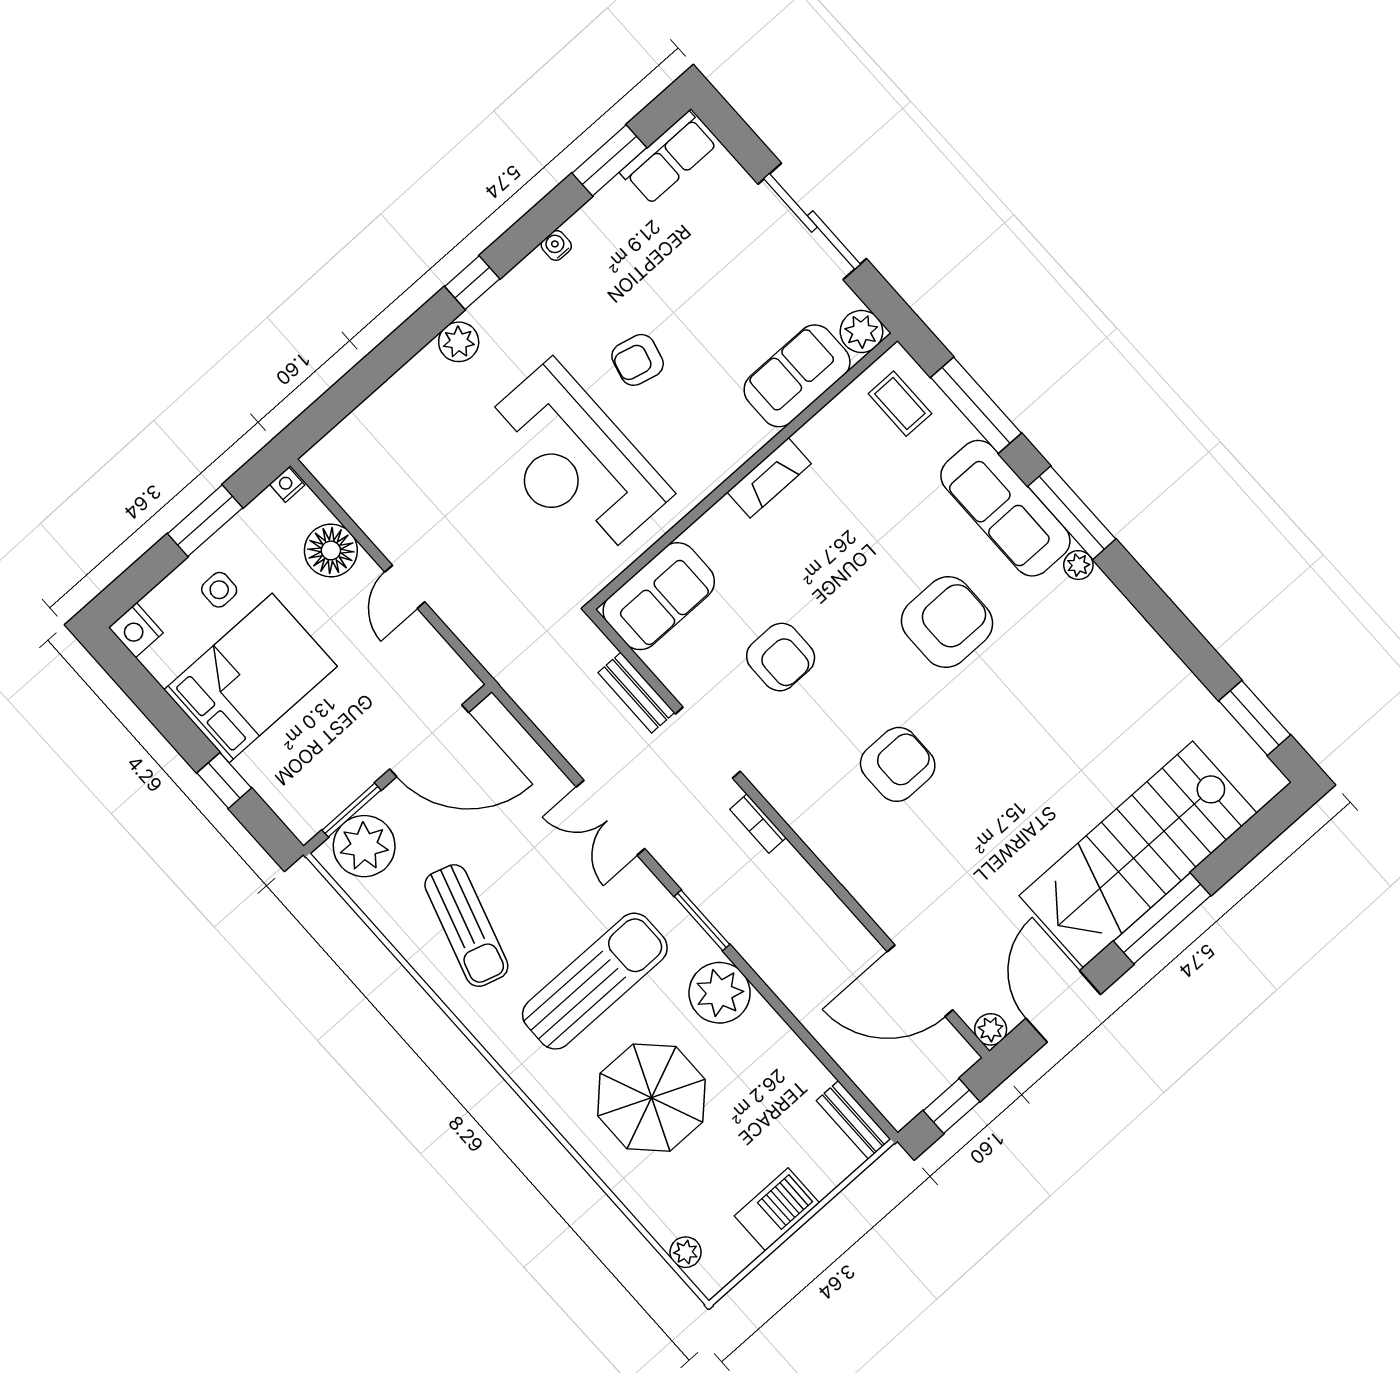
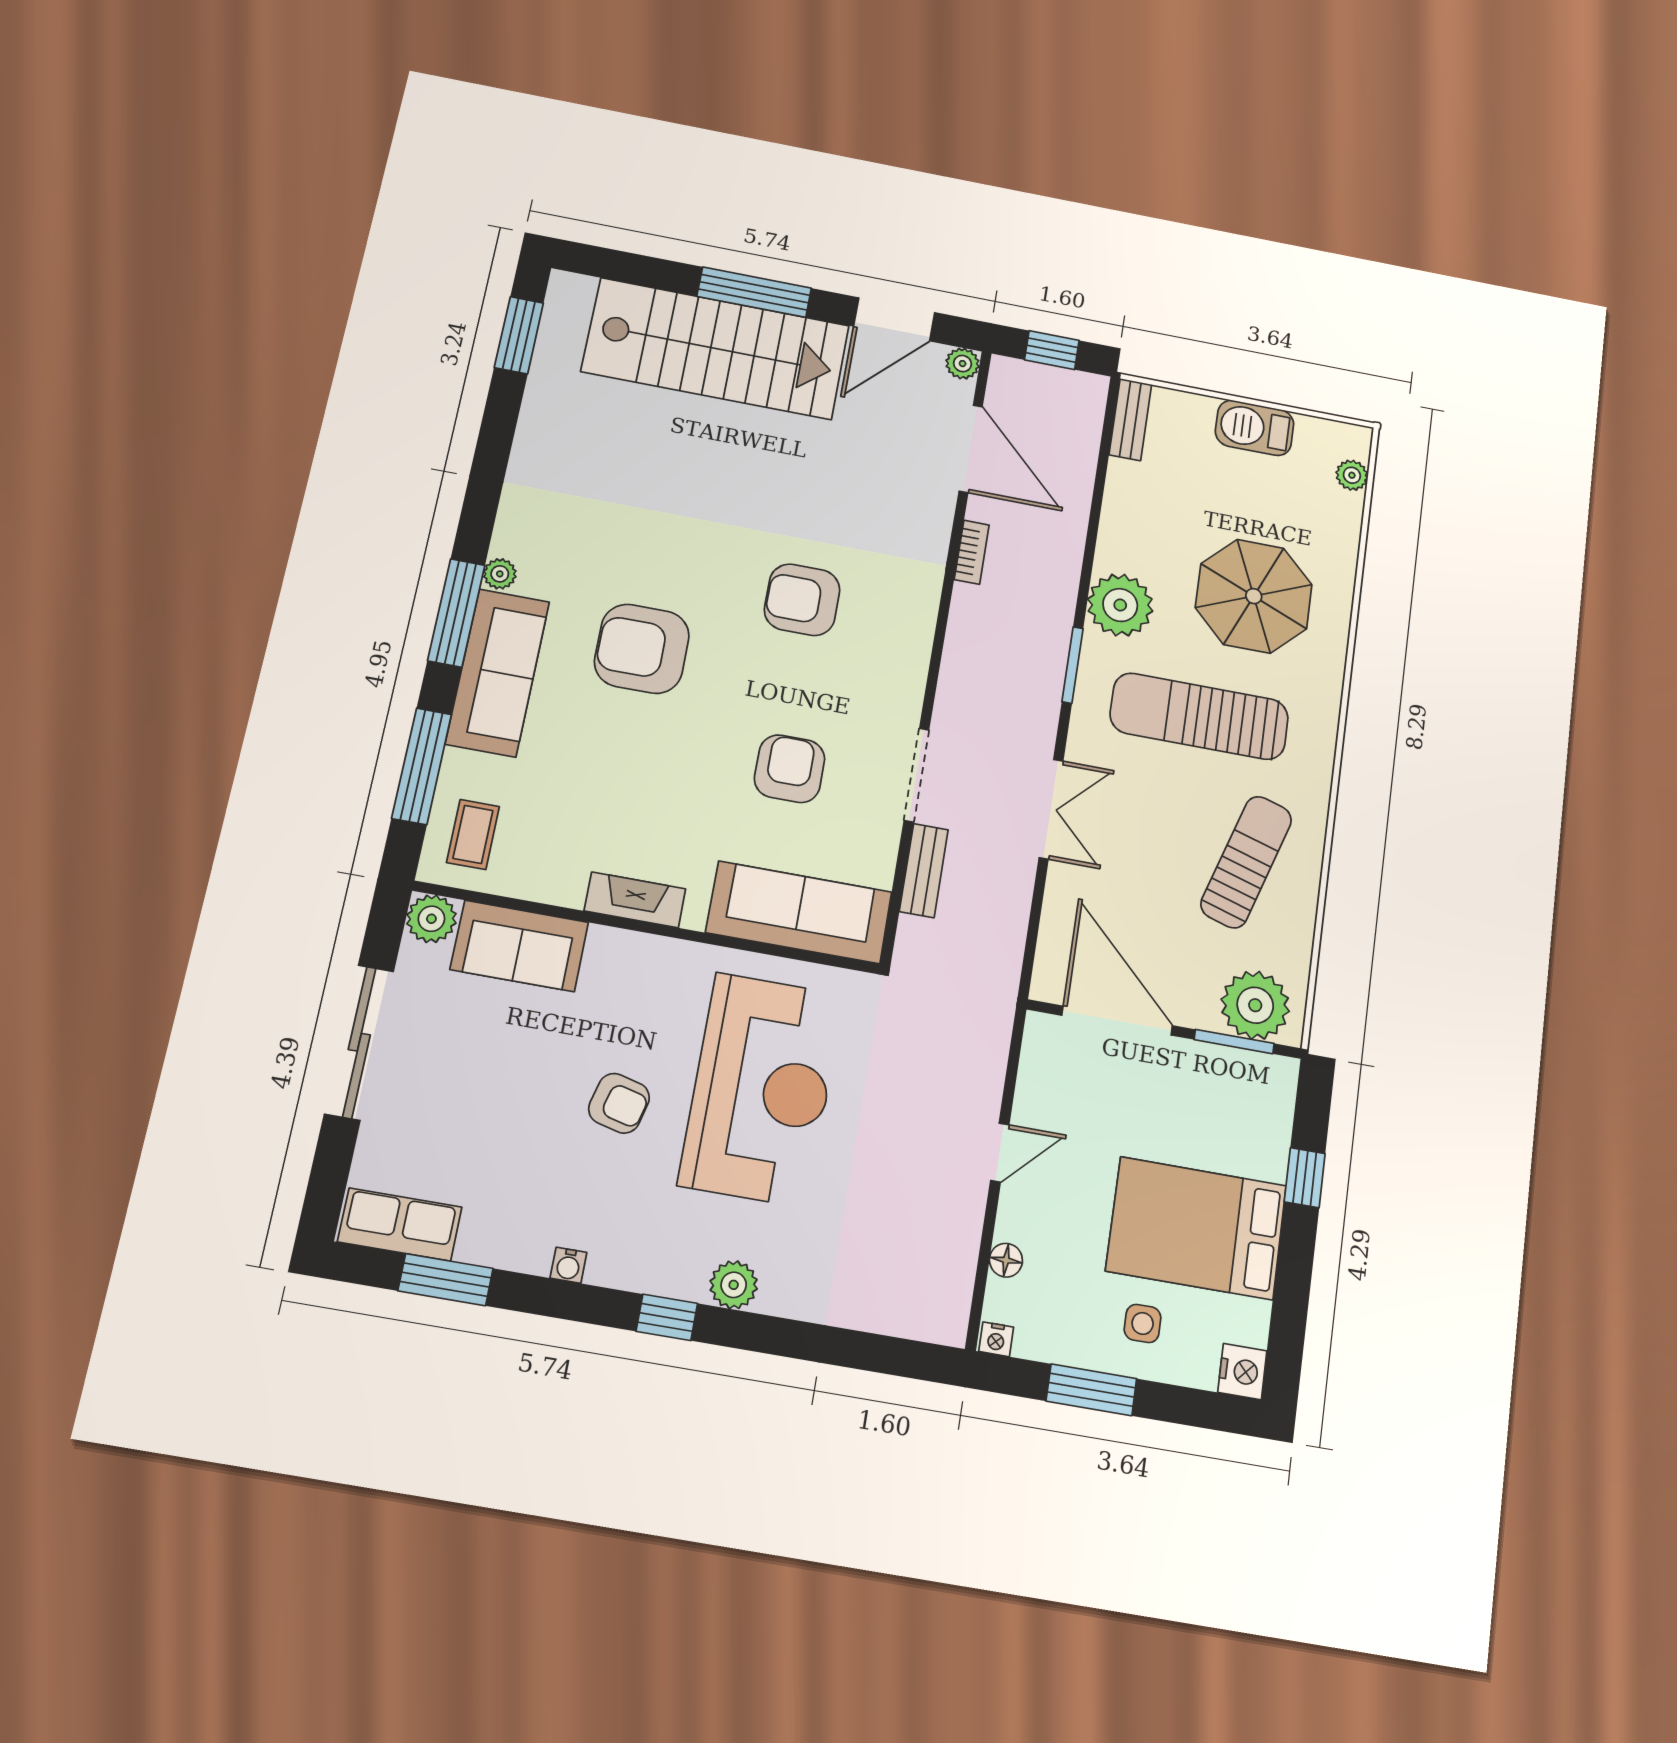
floor lamp: (331, 550) -> (1006, 1260), width x0.53, depth x0.53
sofa: (659, 596) -> (799, 912), width x1.36
bookcase: (758, 823) -> (972, 552), moved

